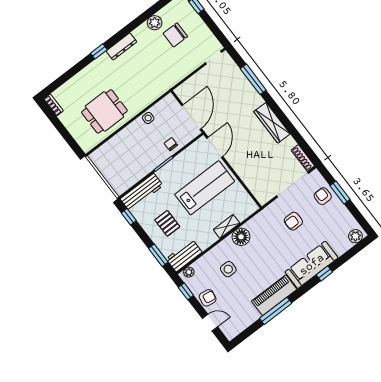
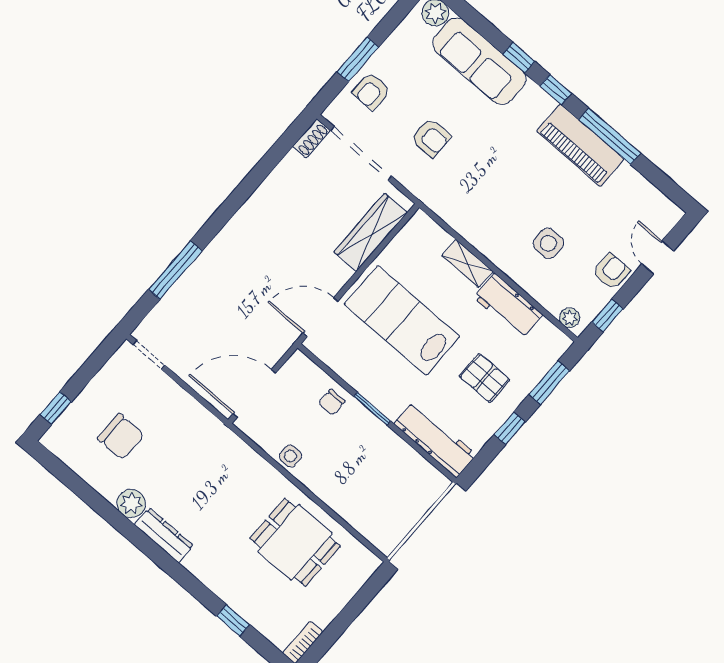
plant: (155, 23) -> (131, 503), moved
window: (99, 51) -> (233, 620), moved
door: (191, 117) -> (254, 394), moved
wardrobe: (272, 123) -> (371, 232), moved, turned 180
shoe rack: (303, 158) -> (311, 138), width x0.70
window: (129, 217) -> (510, 428), moved
pallet: (167, 223) -> (485, 378), turned 90
floor lamp: (241, 237) -> (481, 232), removed
workbench: (184, 255) -> (508, 306), moved
sofa: (312, 265) -> (479, 61), moved
window: (305, 289) -> (556, 90), added
armchair: (208, 298) -> (611, 272), turned 81

